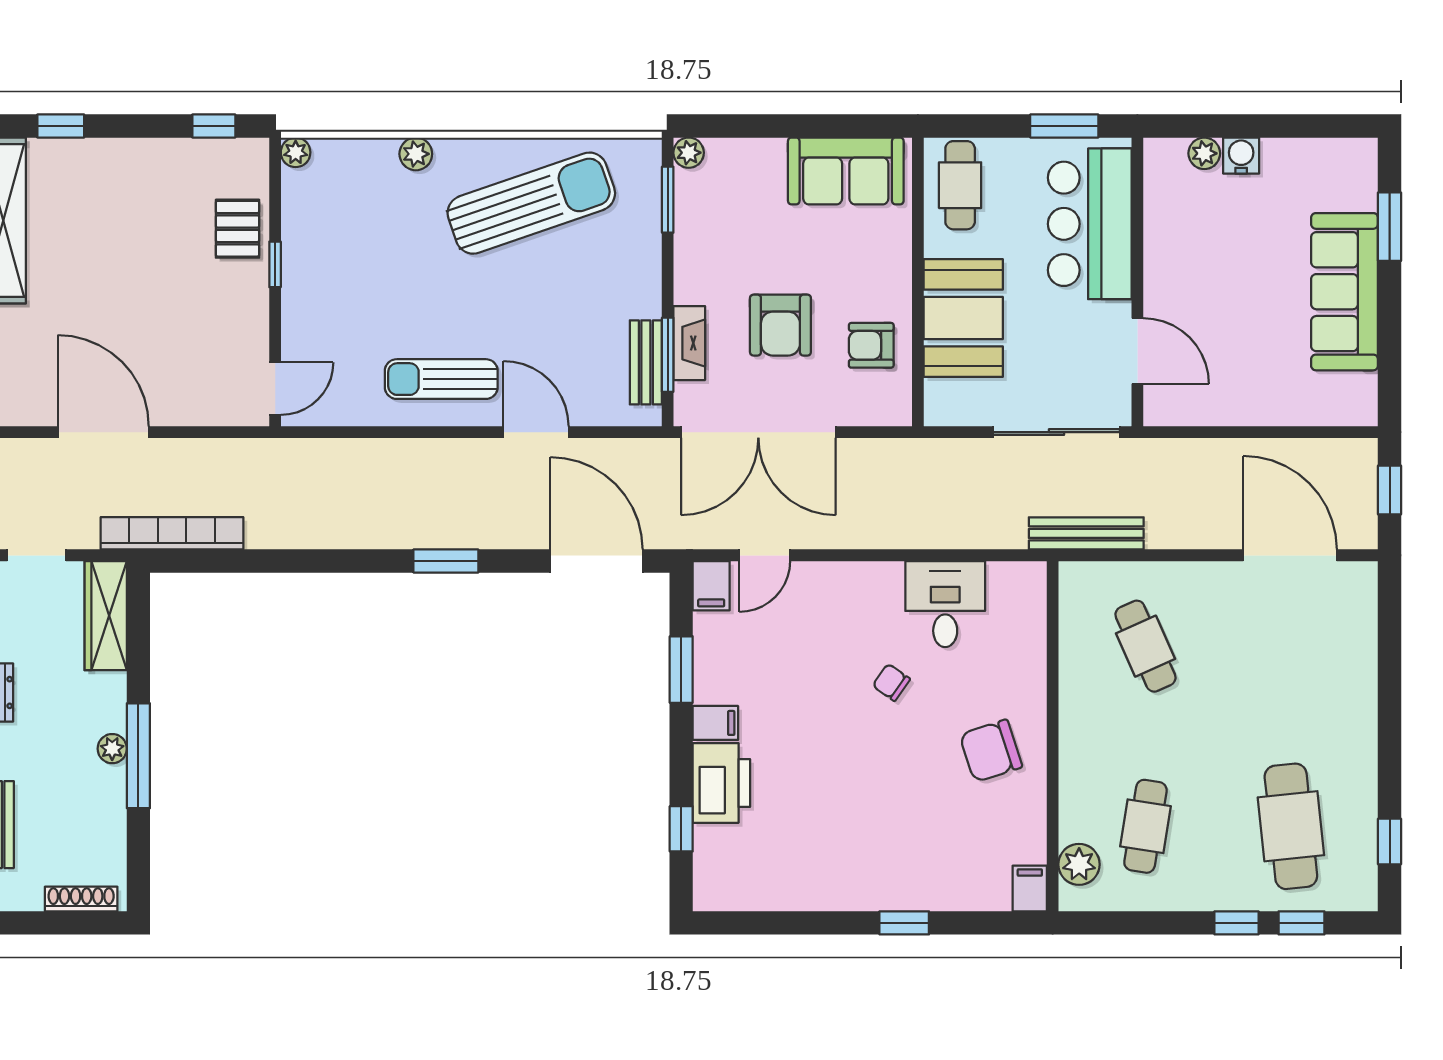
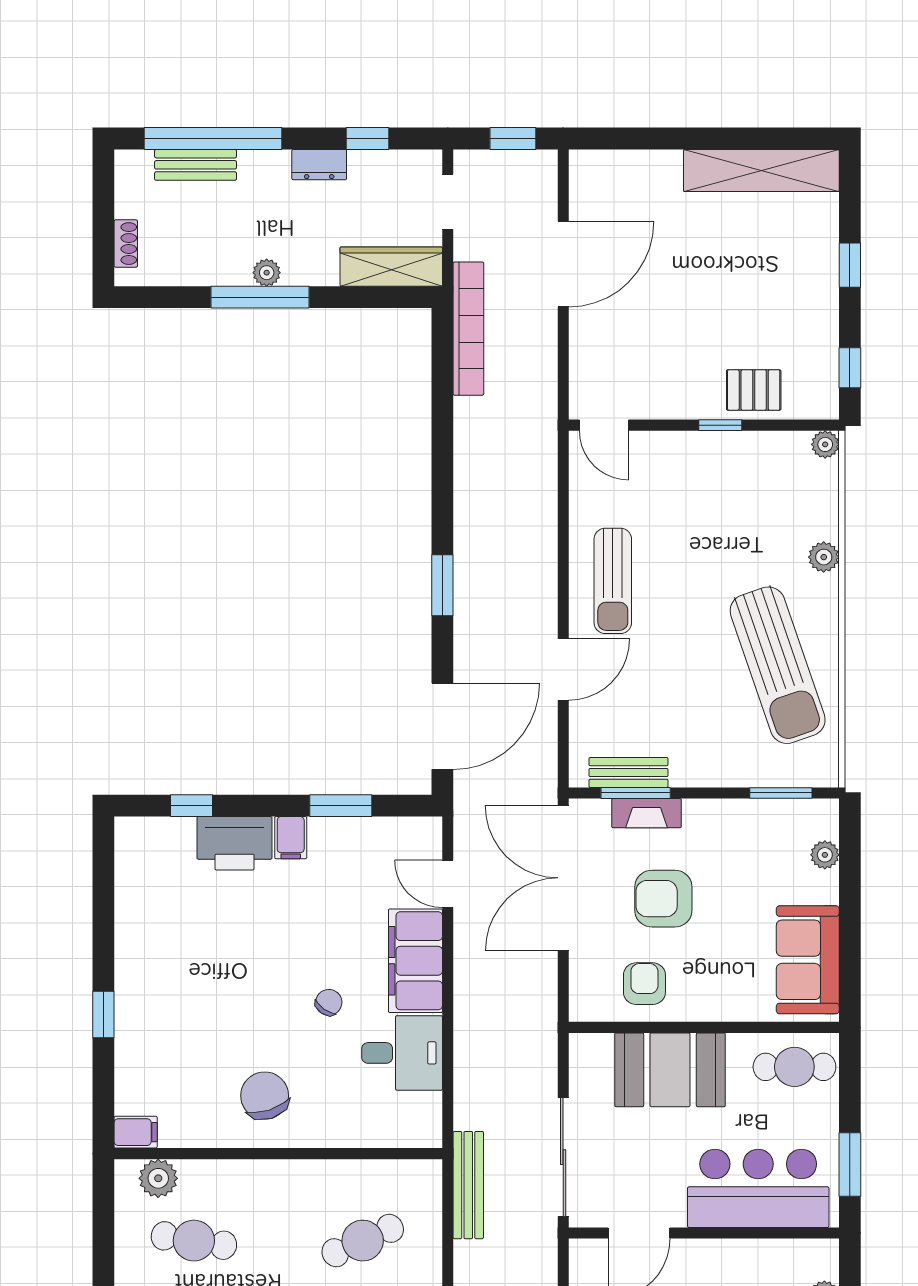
window: (61, 126) -> (850, 265), moved
plant: (689, 153) -> (825, 855), moved
sun lounger: (441, 379) -> (613, 581), turned 180
filing cabinet: (711, 586) -> (415, 961), moved, width x3.00, depth x1.17
shoe rack: (81, 899) -> (126, 244), width x0.70

